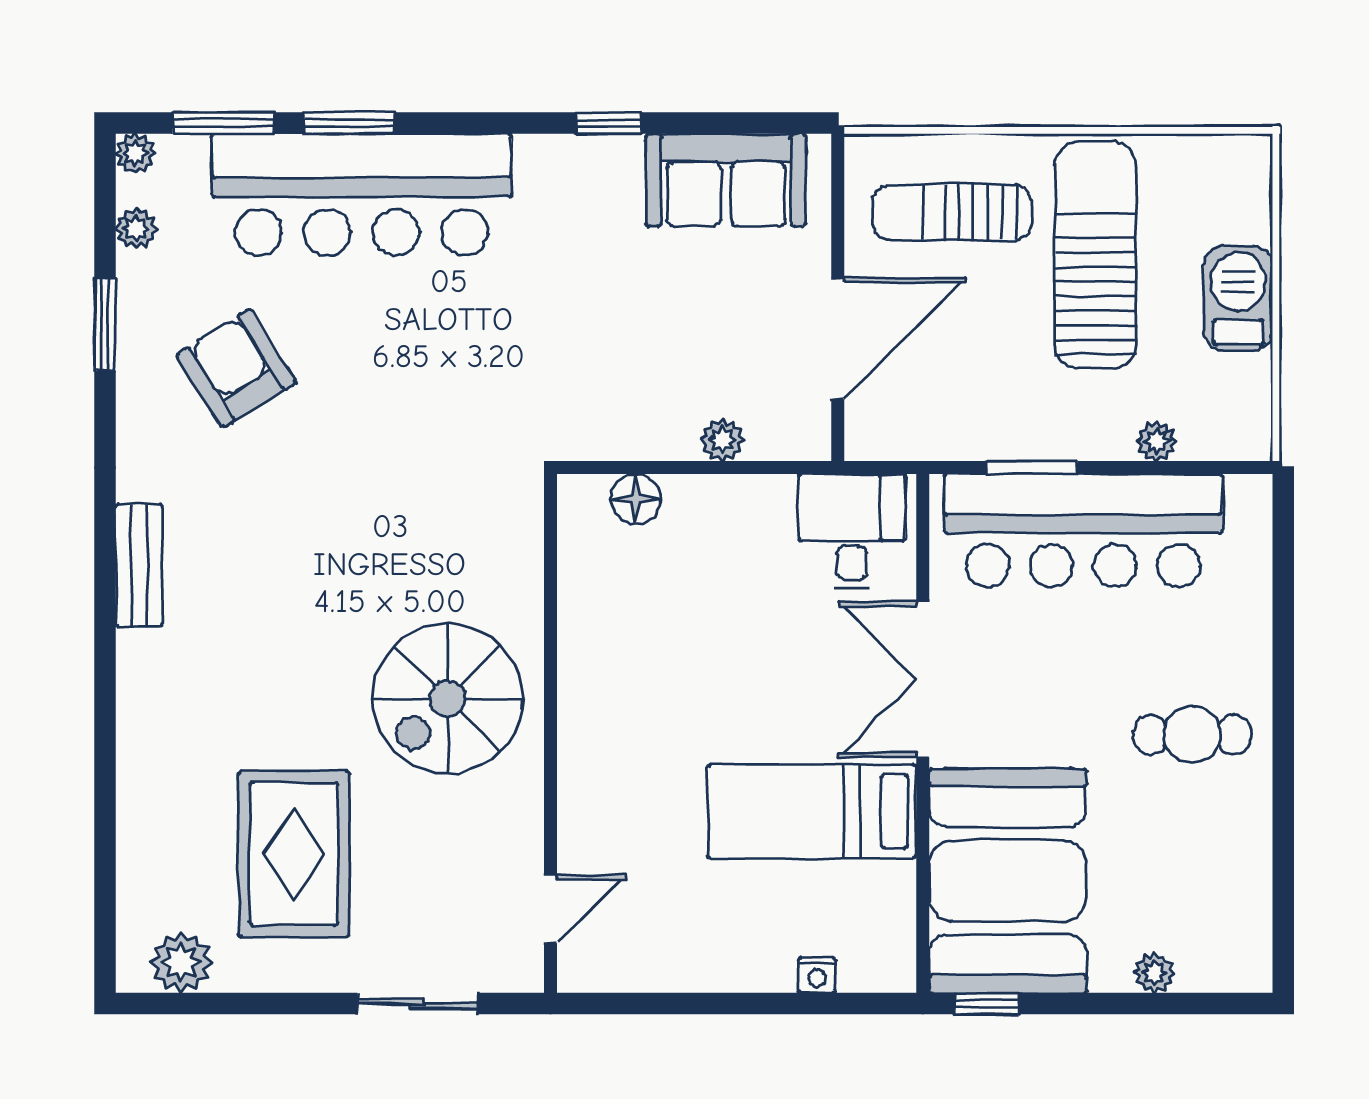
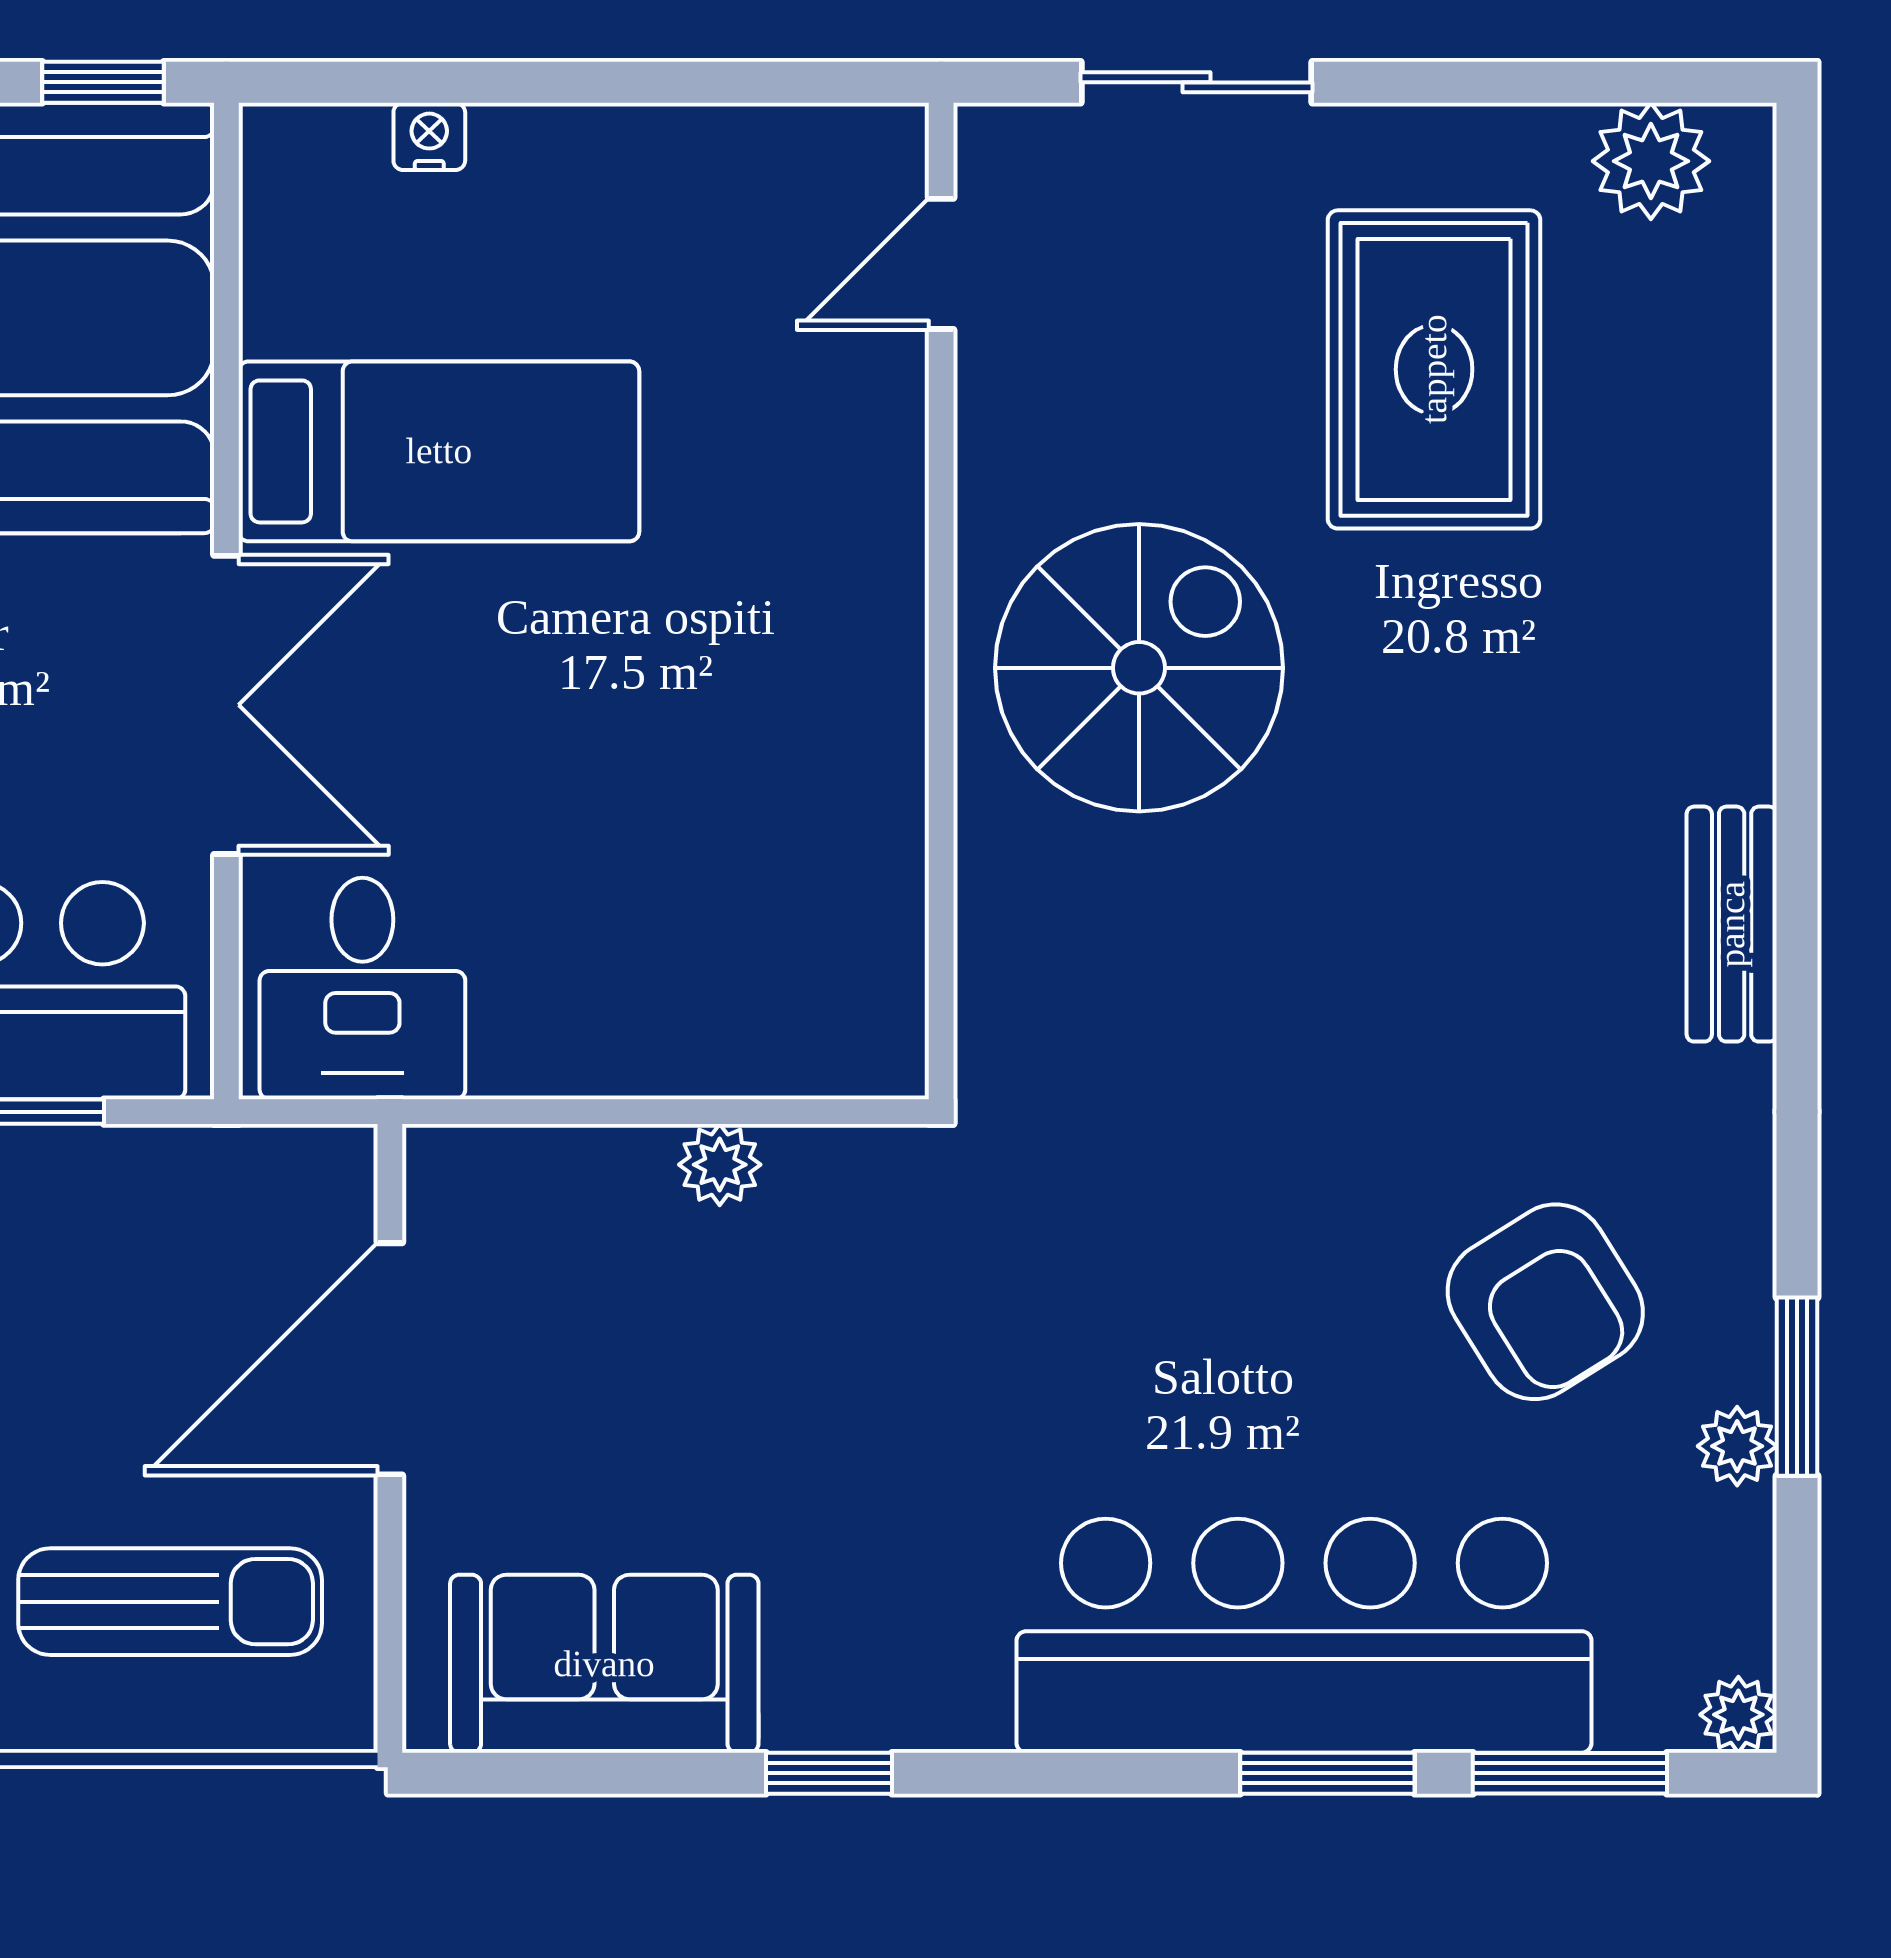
plant: (136, 228) -> (1737, 1446), moved
plant: (722, 440) -> (720, 1165), moved
floor lamp: (636, 499) -> (778, 1051), removed

